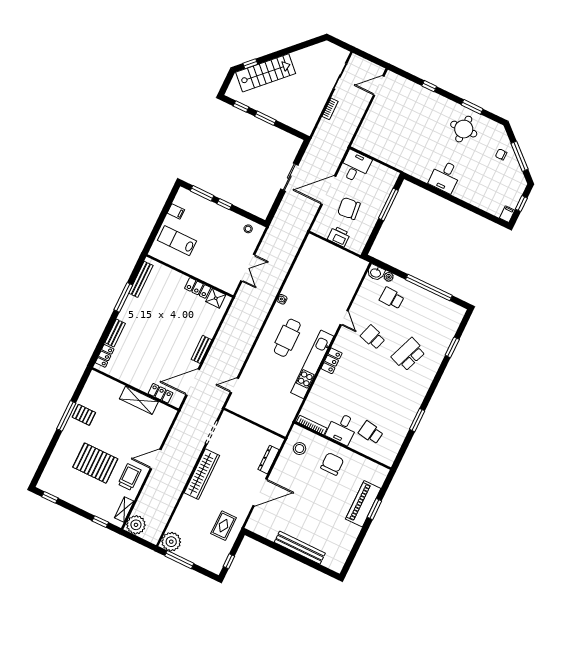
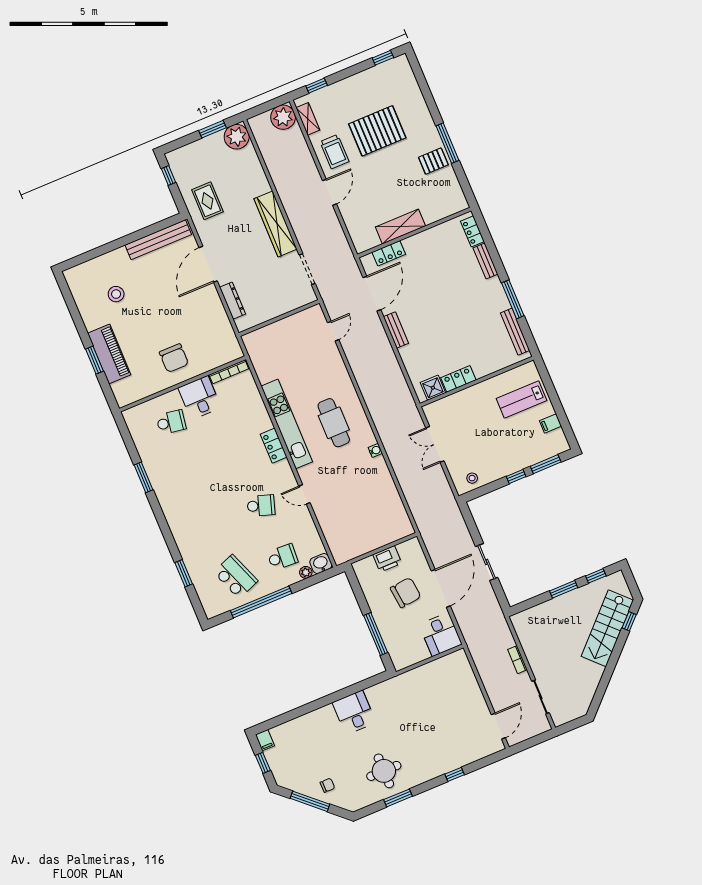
lab bench: (177, 241) -> (521, 400), turned 180
school desk: (408, 354) -> (236, 577), moved, turned -42
stool: (300, 449) -> (116, 294), moved
bench: (300, 548) -> (158, 240), moved
window: (179, 560) -> (213, 129), width x0.69

